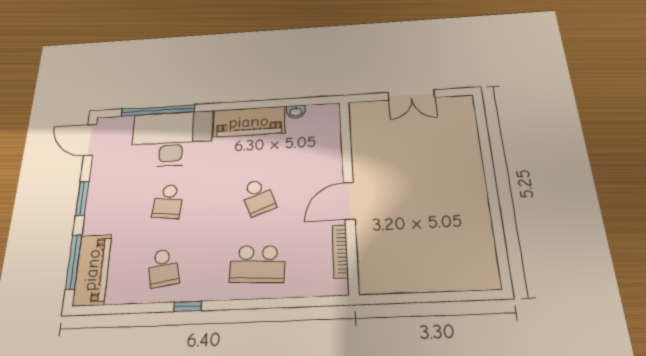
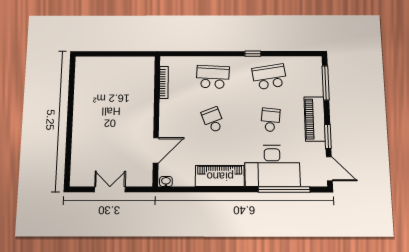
washbasin: (296, 112) -> (166, 181), moved
window: (82, 198) -> (328, 137), moved
door: (349, 201) -> (156, 150), moved
school desk: (163, 268) -> (269, 77), width x1.85
piano: (92, 270) -> (315, 119), moved

